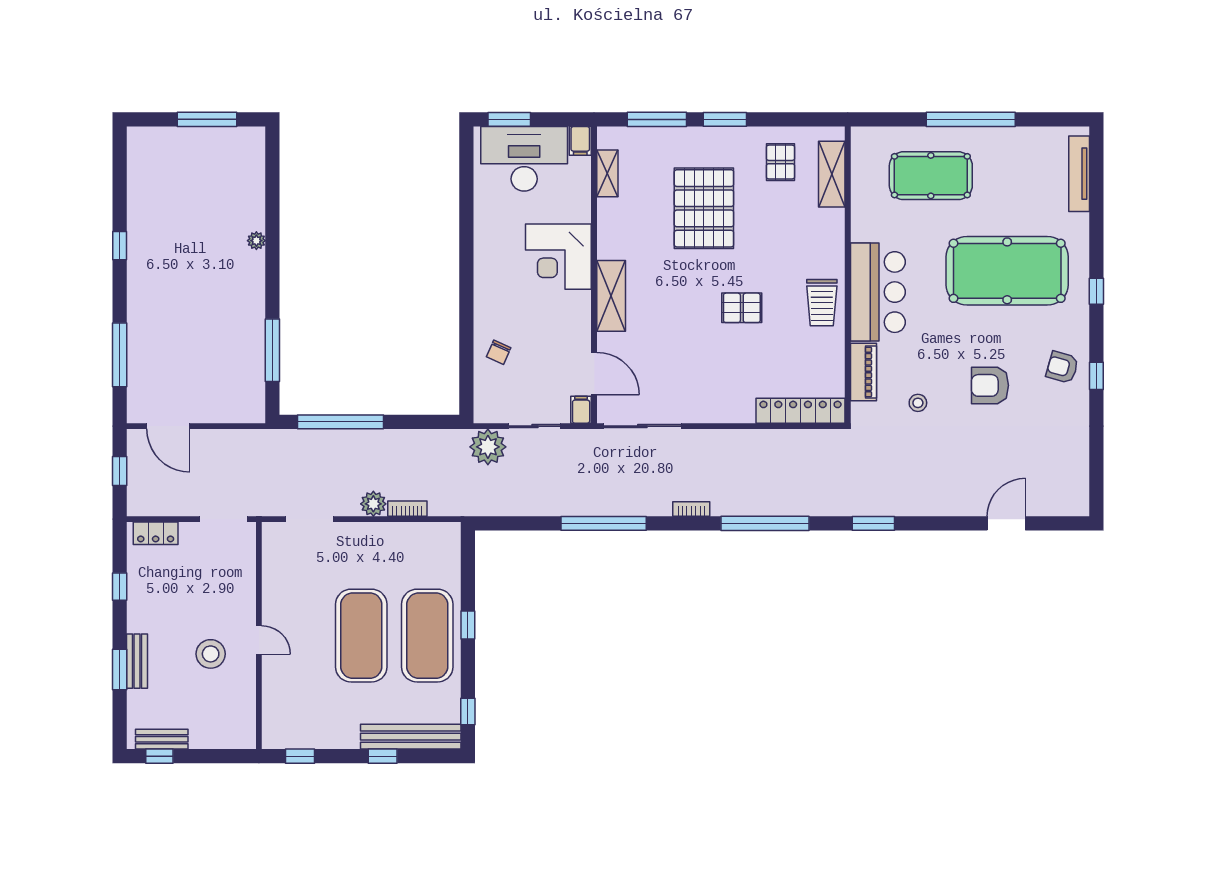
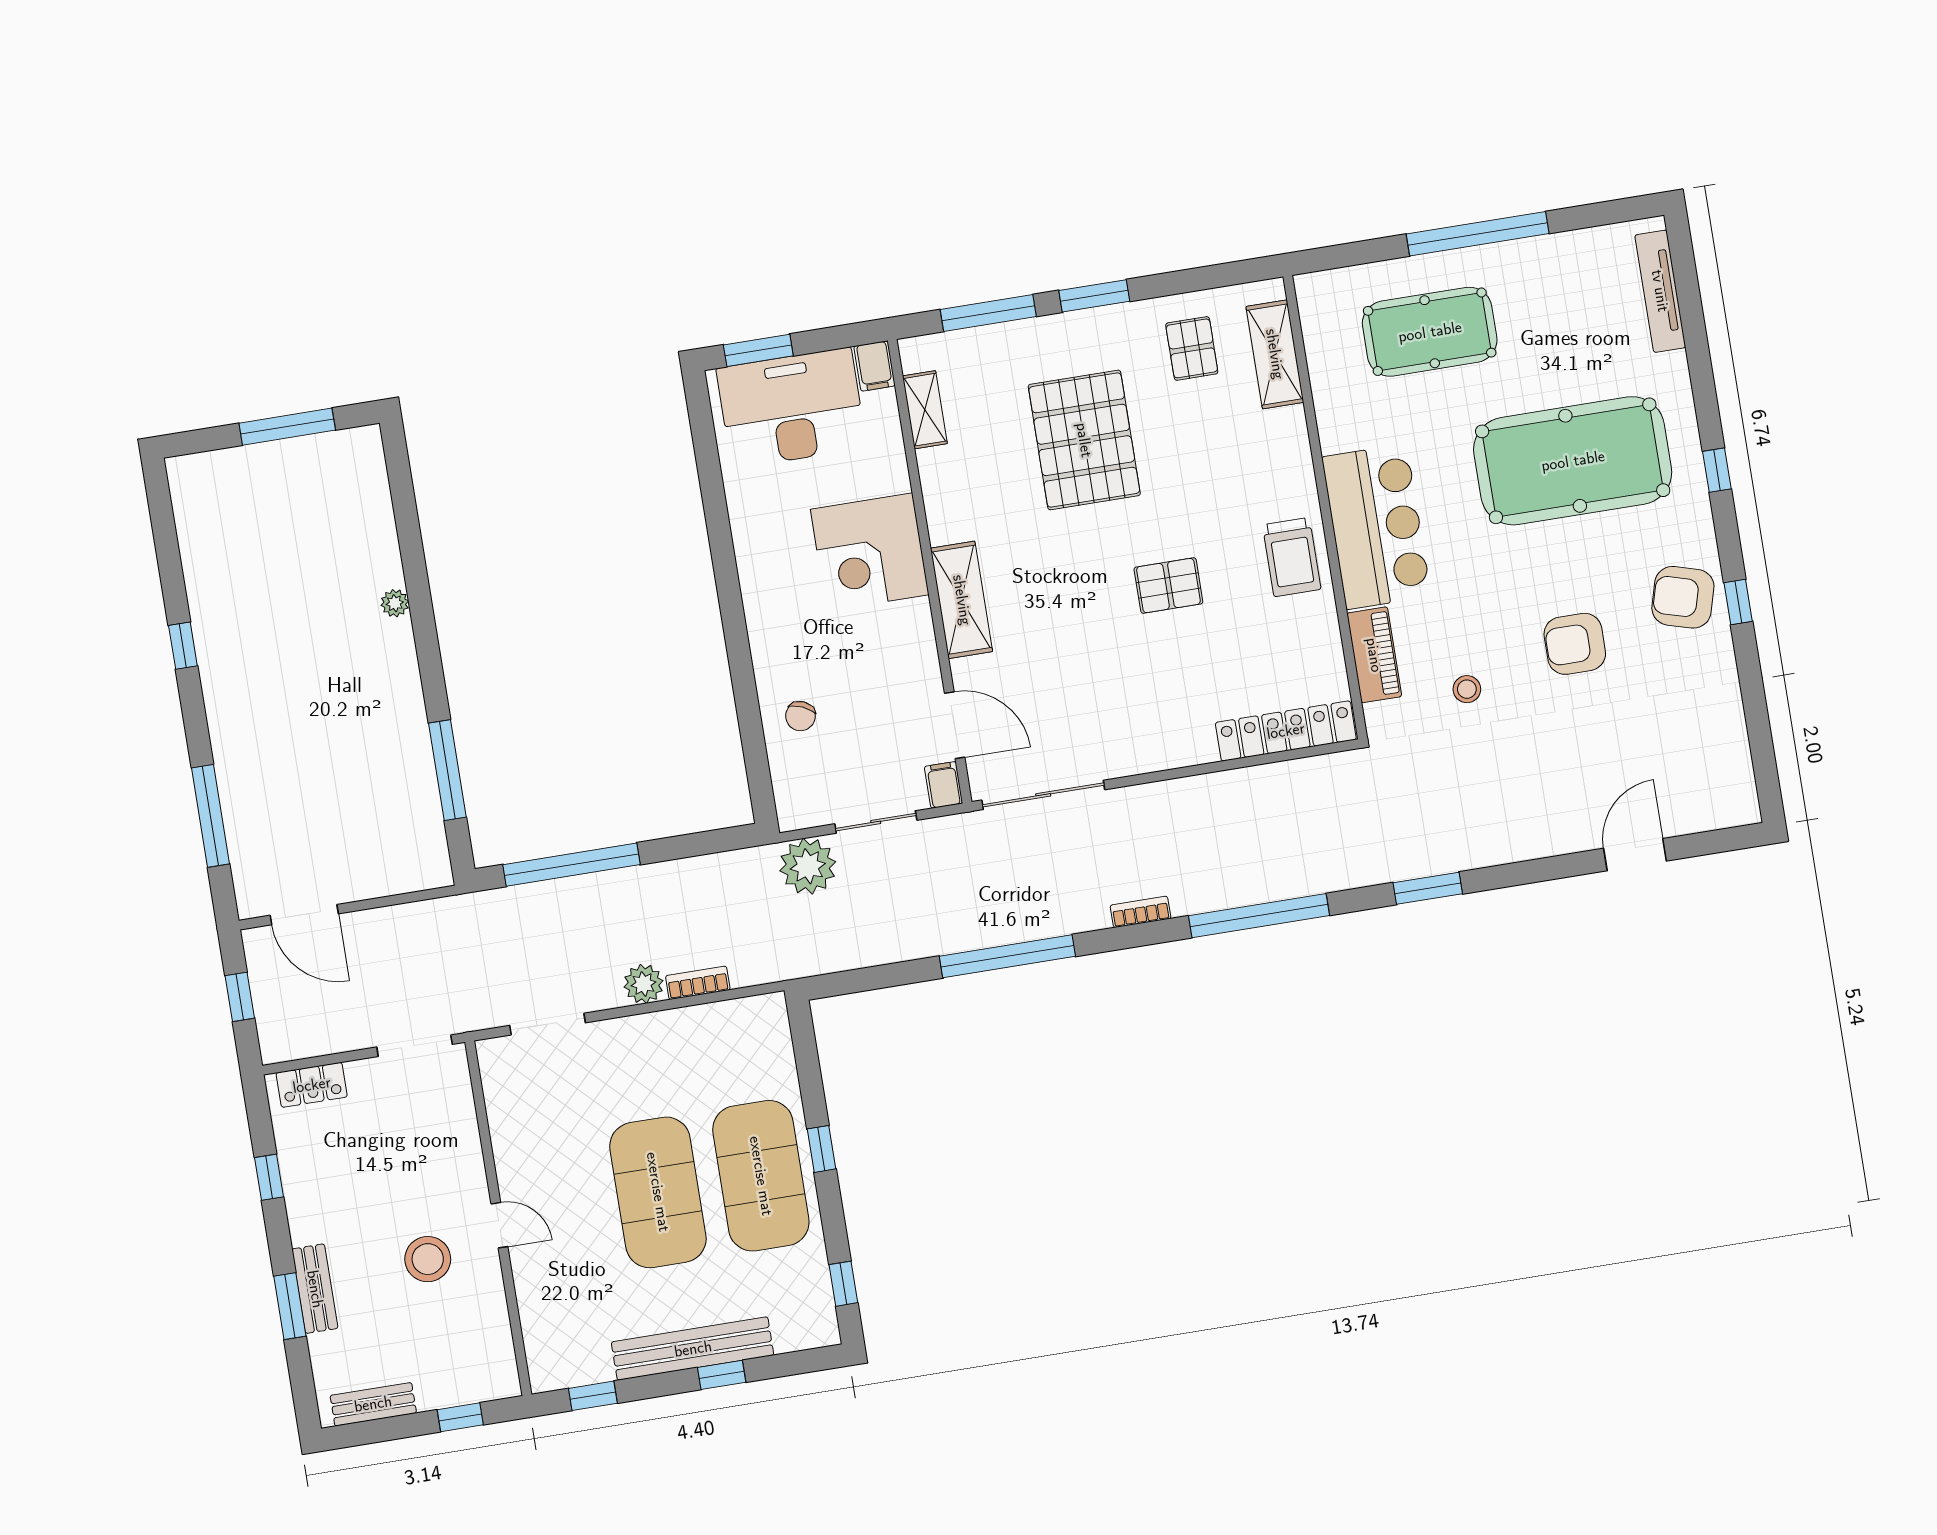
armchair: (1062, 367) -> (1683, 597), width x1.38, depth x1.38
bench: (411, 737) -> (693, 1349), moved
window: (159, 756) -> (460, 1417), moved

